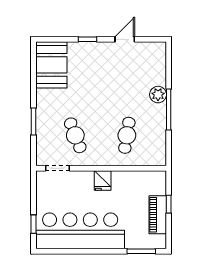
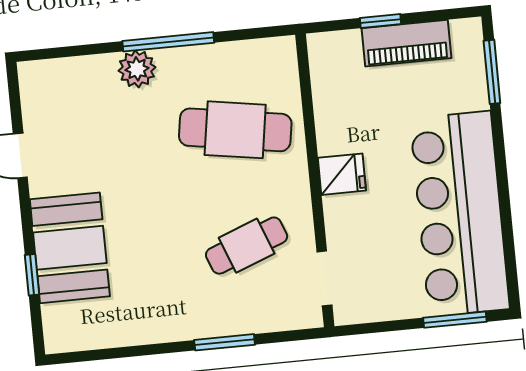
window: (87, 39) -> (32, 275), moved
booth: (51, 65) -> (70, 248), moved, turned 90
cafe table: (127, 135) -> (235, 130), width x1.37, depth x1.35
window: (33, 224) -> (455, 320), width x1.50

